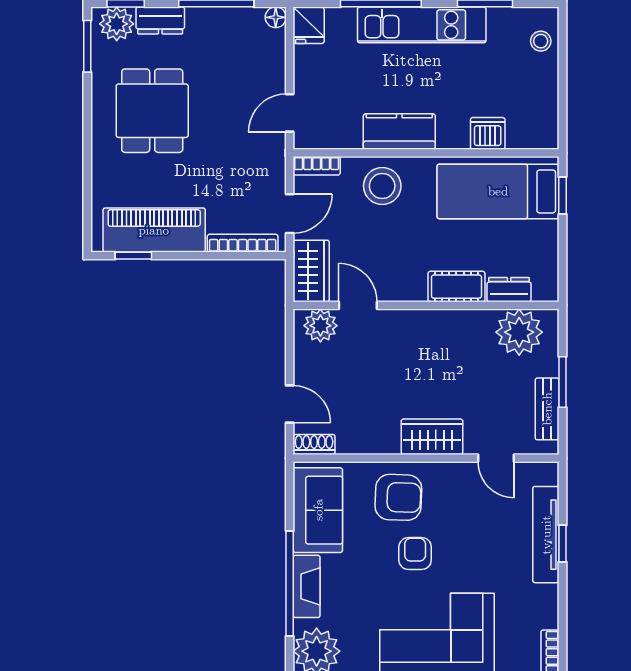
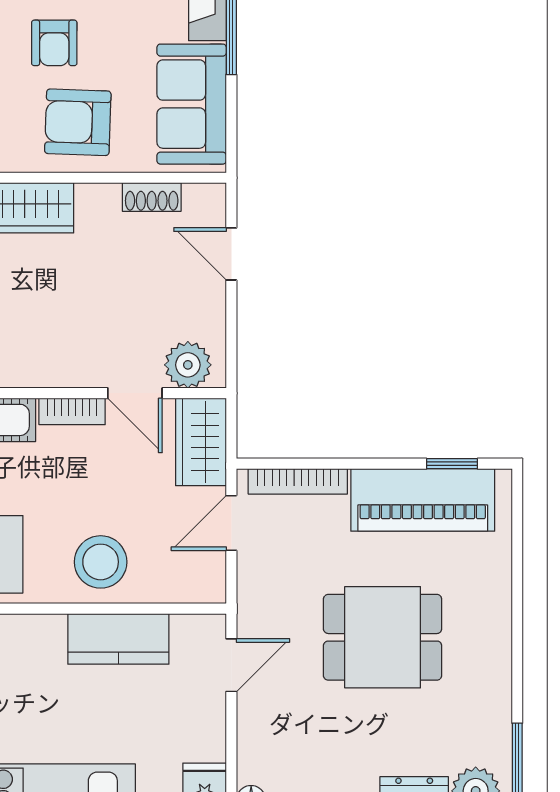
dining table: (152, 111) -> (383, 637), moved, turned 90
kitchen counter: (399, 132) -> (118, 639), moved
bookcase: (317, 166) -> (72, 411), moved, turned 180
shoe rack: (314, 444) -> (152, 197), moved

